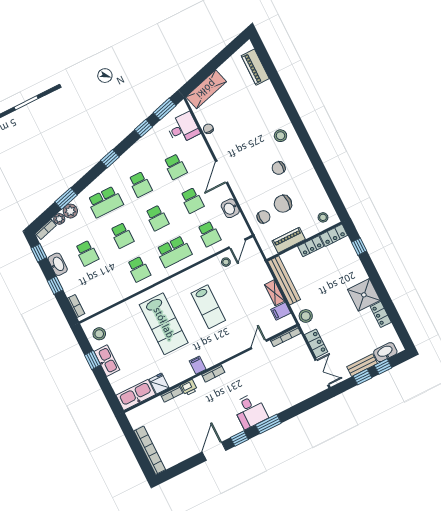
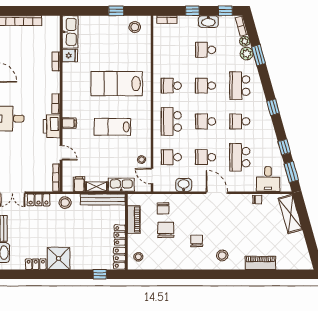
piano: (255, 67) -> (260, 263), moved
school desk: (175, 167) -> (240, 157), width x1.85
kitchen sink: (107, 361) -> (121, 185), moved, turned 180
filing cabinet: (198, 365) -> (69, 123), moved
printer: (189, 388) -> (52, 126), moved, width x1.87, depth x1.48

